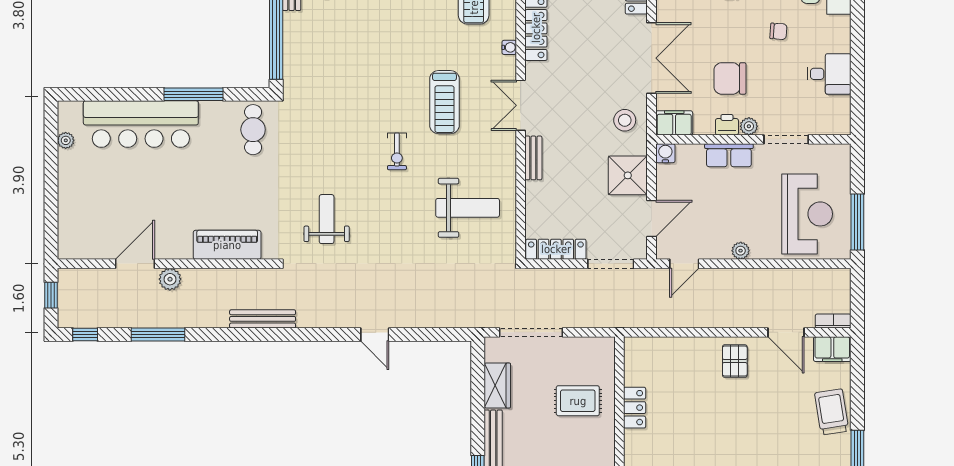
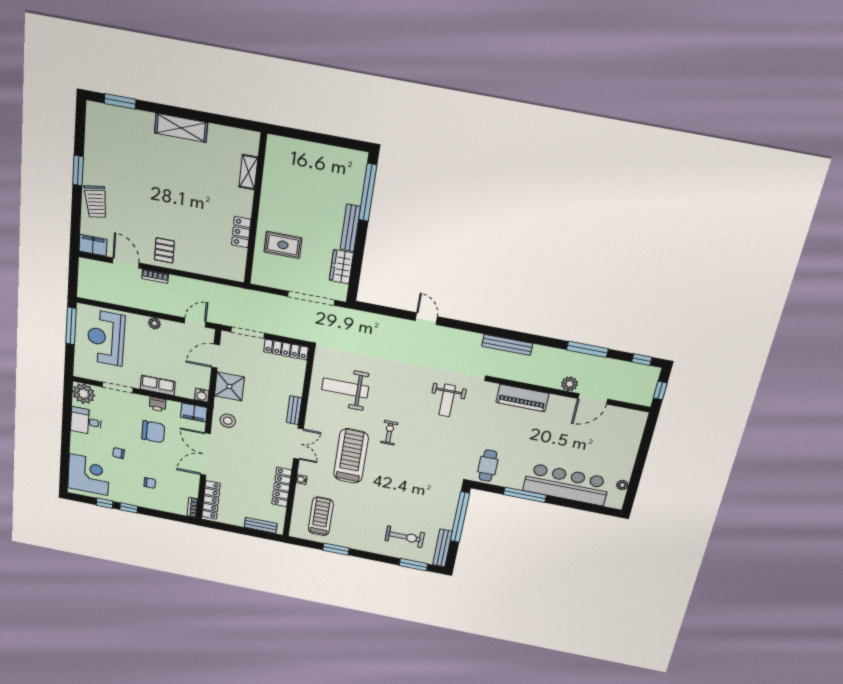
treadmill: (444, 102) -> (351, 456), width x1.37, depth x1.38
plant: (749, 126) -> (84, 394), moved, width x1.87, depth x1.87
bookcase: (833, 321) -> (155, 276), moved

